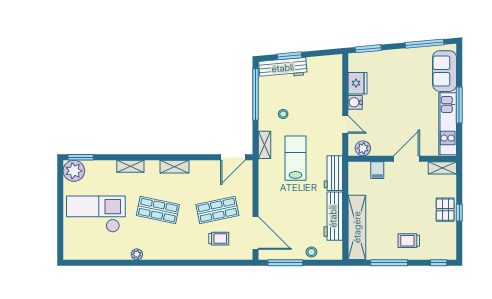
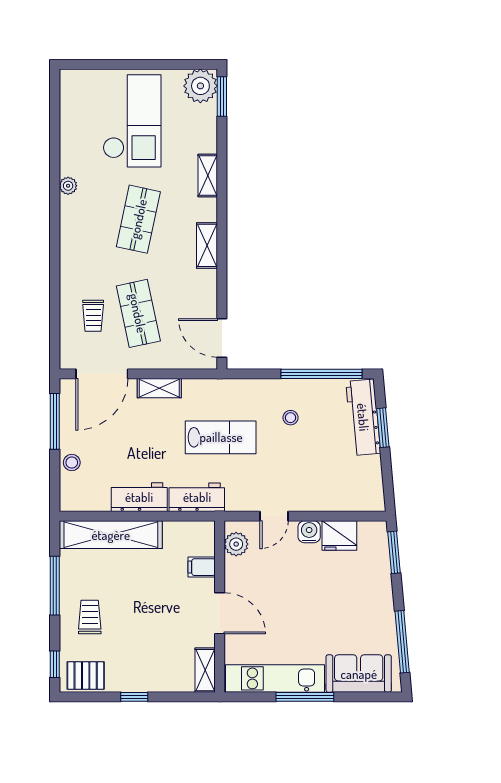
shelving: (265, 145) -> (159, 388), moved
pallet: (445, 210) -> (86, 676), moved
workbench: (333, 216) -> (139, 497), width x0.73

